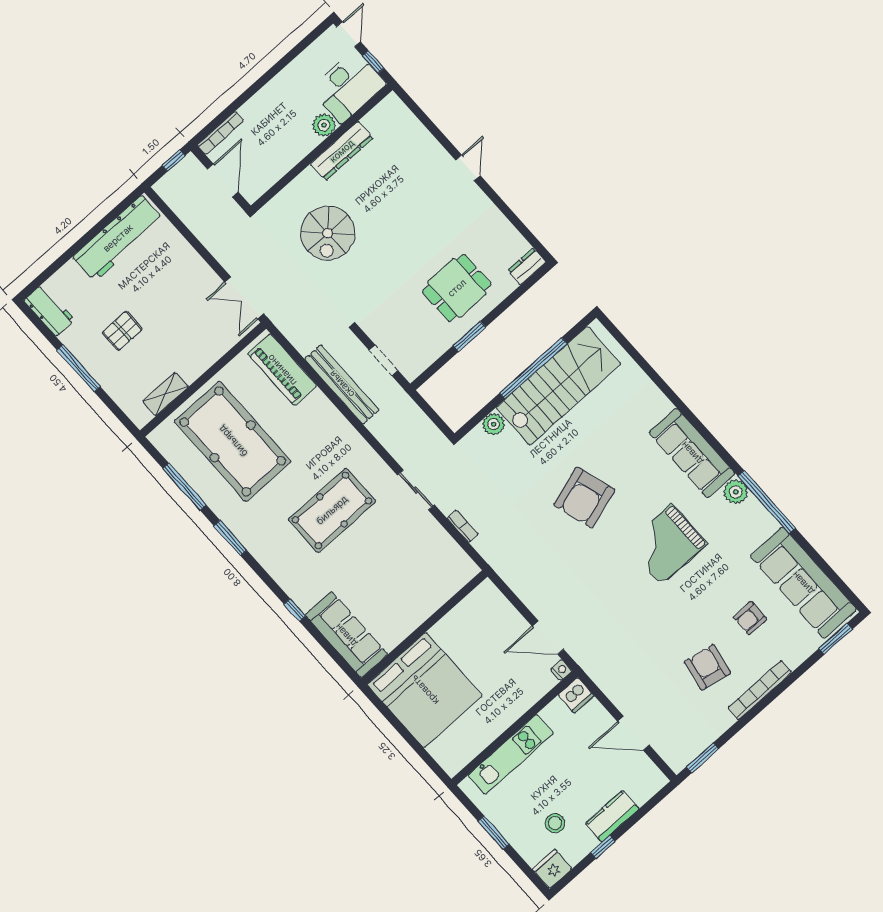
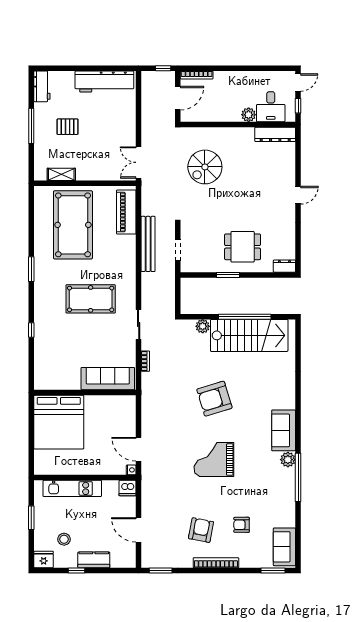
desk: (348, 87) -> (271, 107), width x0.73
dresser: (342, 151) -> (275, 134), moved
sofa: (692, 453) -> (284, 430), width x0.73
window: (185, 487) -> (31, 226), removed
grand piano: (667, 544) -> (214, 459), moved
sofa: (803, 583) -> (284, 547), width x0.54, depth x0.79
sofa: (346, 635) -> (108, 379), moved, turned -90

